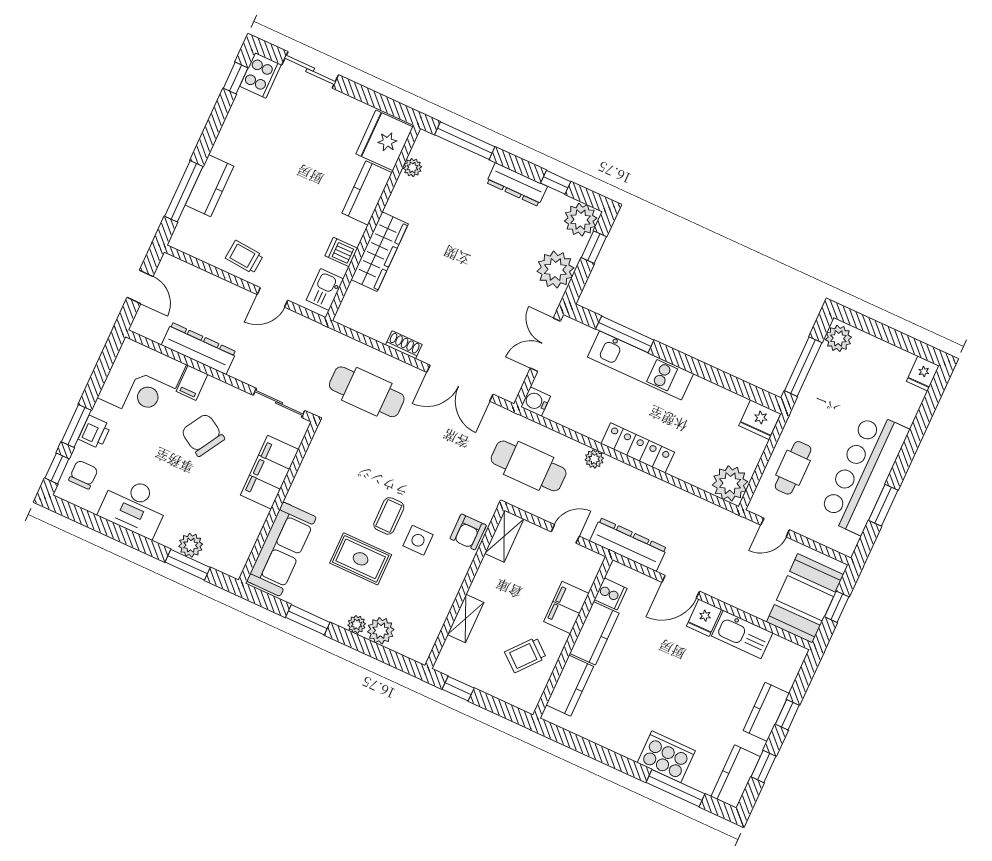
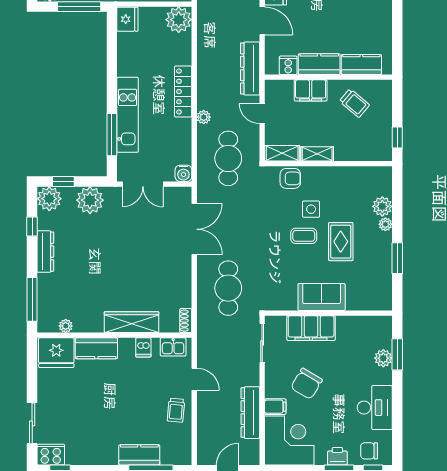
shoe rack: (404, 345) -> (186, 321), moved
sofa: (281, 549) -> (322, 297), moved, width x0.73
shelving: (466, 618) -> (317, 154), moved

